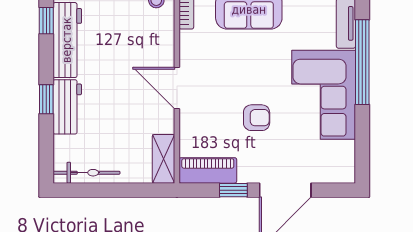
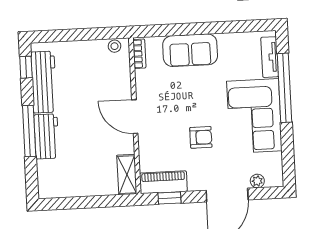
window: (46, 99) -> (29, 131), width x2.17
bicycle: (86, 173) -> (65, 189), removed
plant: (323, 175) -> (257, 181), added
window: (233, 190) -> (170, 198), moved

